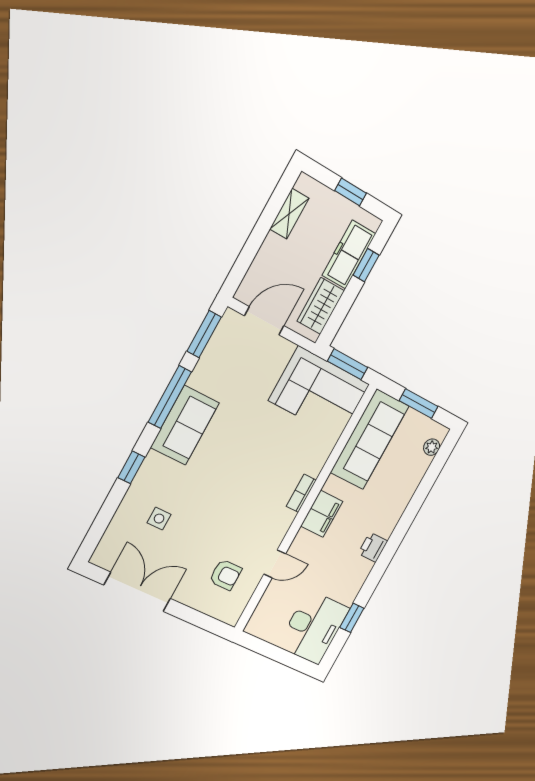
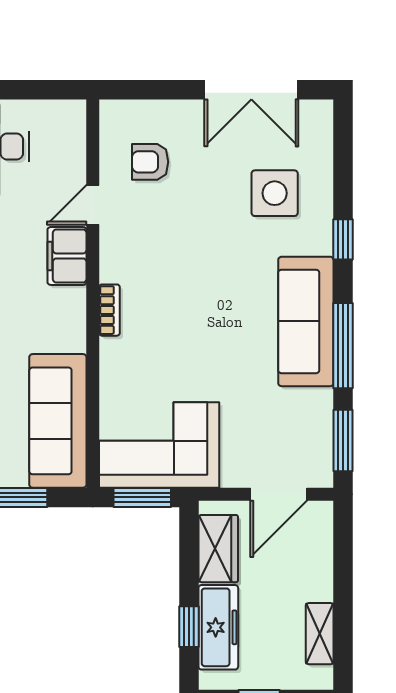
sofa: (185, 425) -> (306, 321), width x1.36
filing cabinet: (322, 514) -> (67, 256), moved
side table: (159, 519) -> (275, 193), width x1.87, depth x1.87

